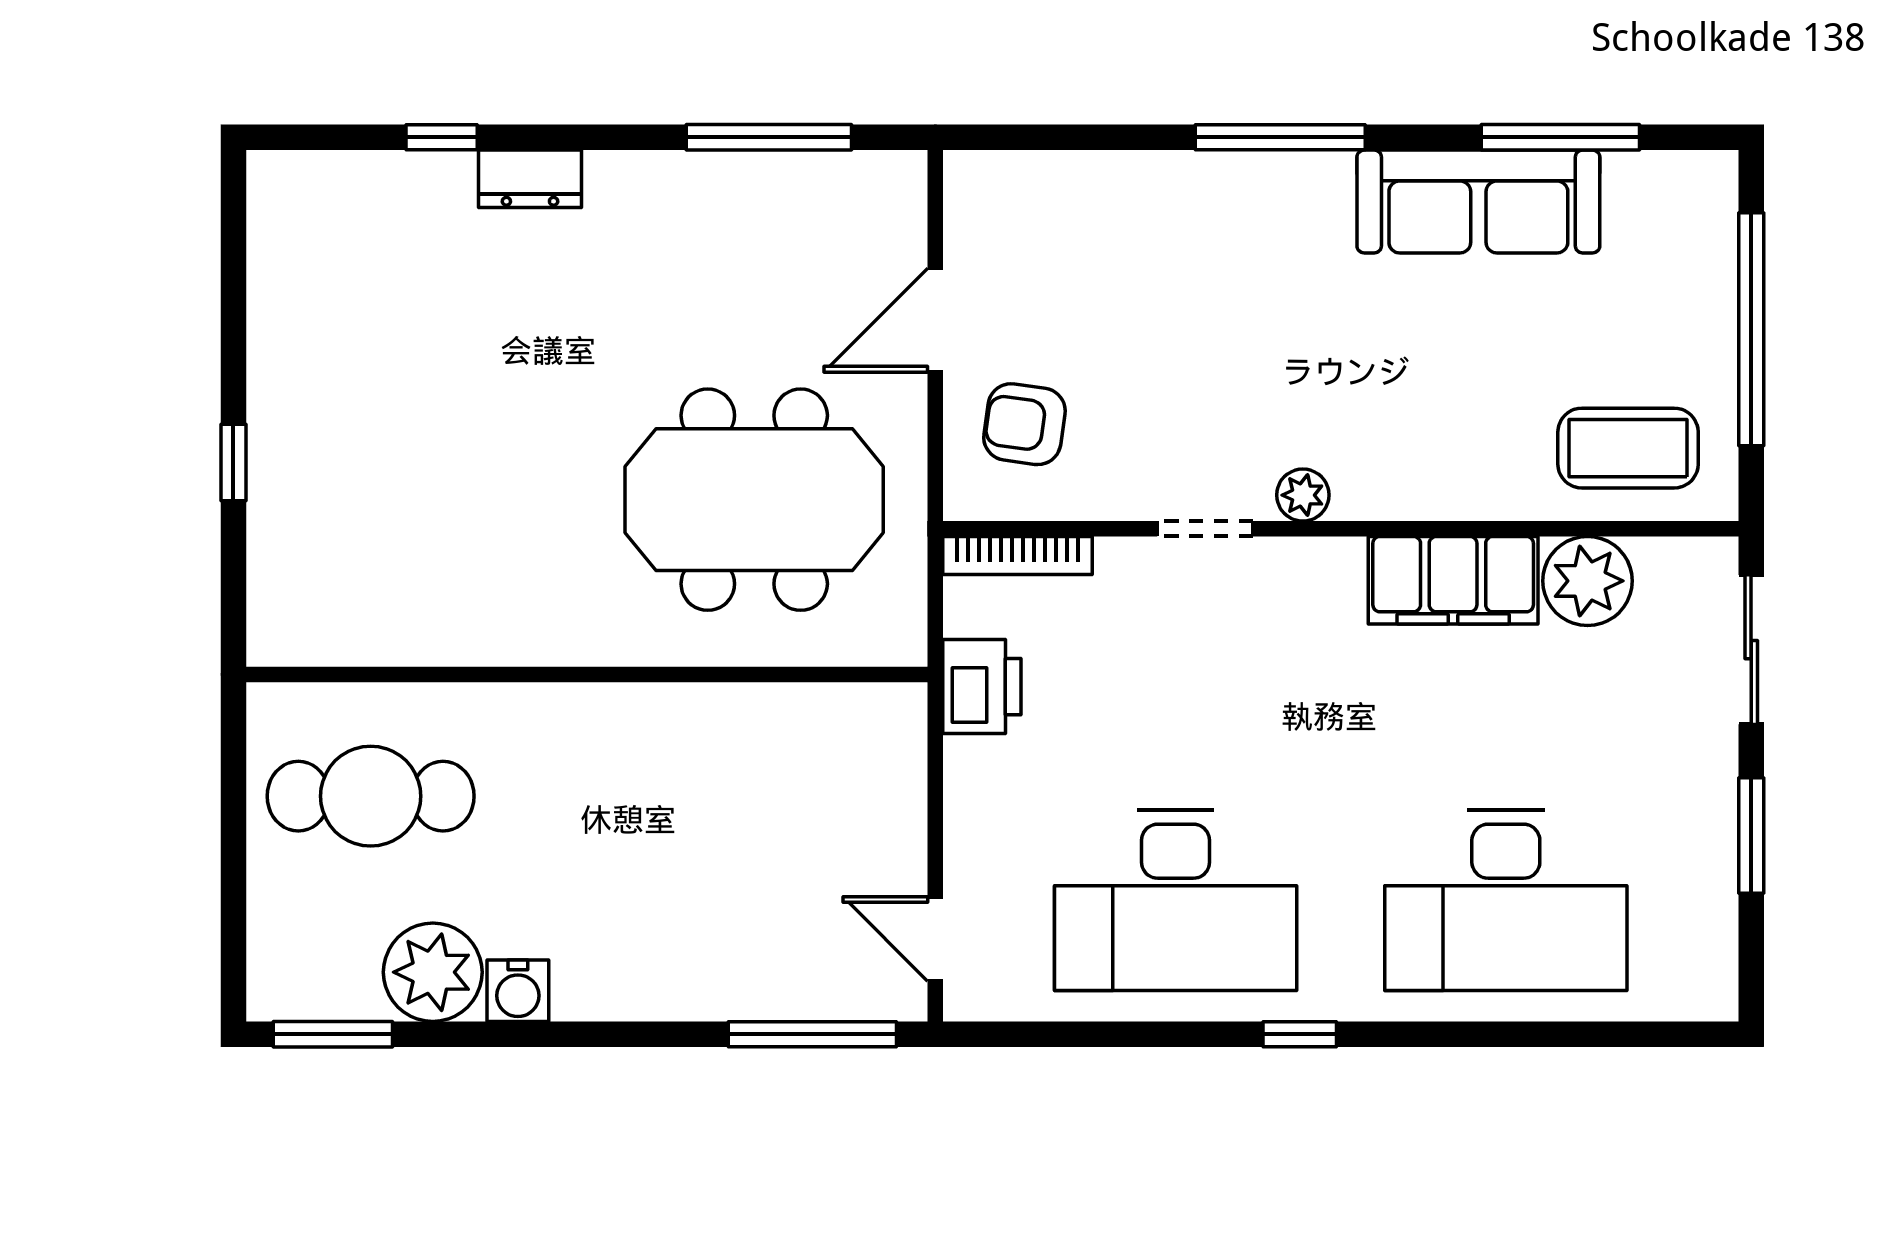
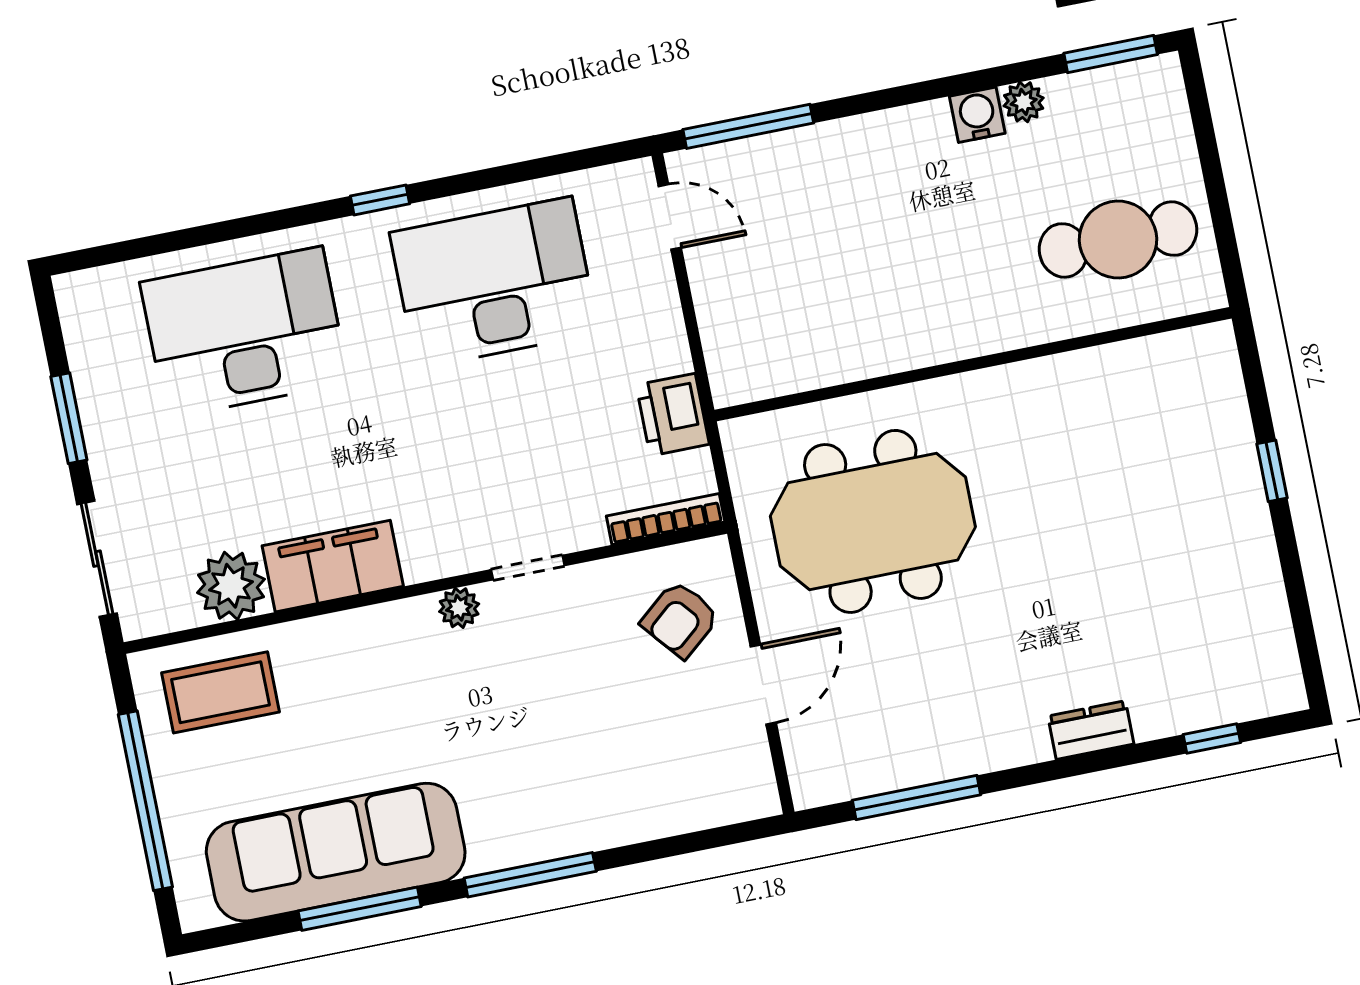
window: (442, 137) -> (1212, 738), moved
window: (1560, 137) -> (360, 909), moved
sofa: (1478, 201) -> (336, 852), width x1.36, depth x1.27
armchair: (1024, 424) -> (680, 619), turned 132
plant: (433, 972) -> (1024, 102), width x0.53, depth x0.53

